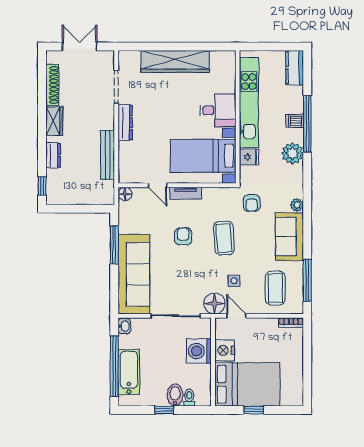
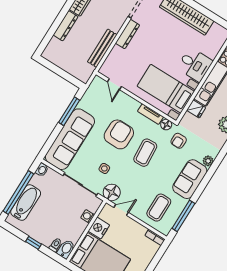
dresser: (53, 155) -> (66, 26), width x1.44
door: (158, 185) -> (114, 84), moved
window: (42, 186) -> (45, 42), removed
tv unit: (185, 193) -> (150, 114), moved
floor lamp: (125, 194) -> (166, 125), moved
armchair: (183, 236) -> (119, 134), width x1.88, depth x1.88
side table: (234, 281) -> (104, 168), moved
door: (236, 316) -> (121, 210), hinge flipped
washing machine: (199, 351) -> (88, 216), width x0.53, depth x0.53
bidet: (175, 395) -> (66, 249), moved

